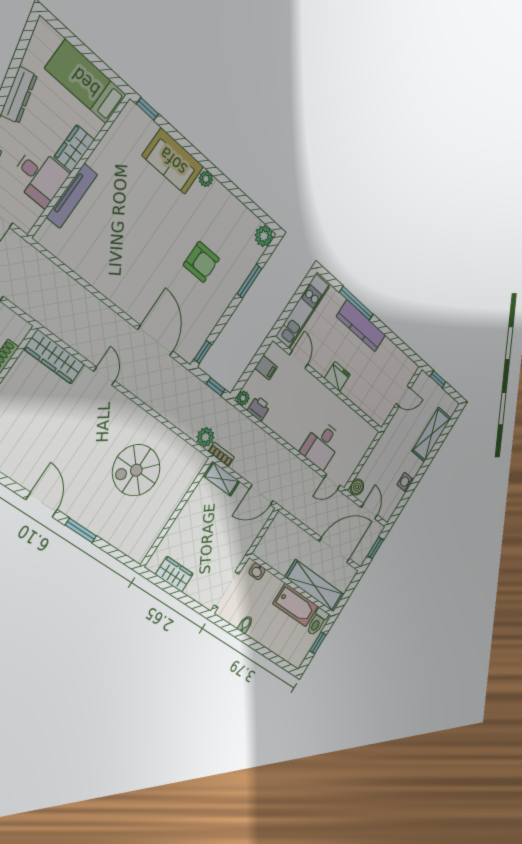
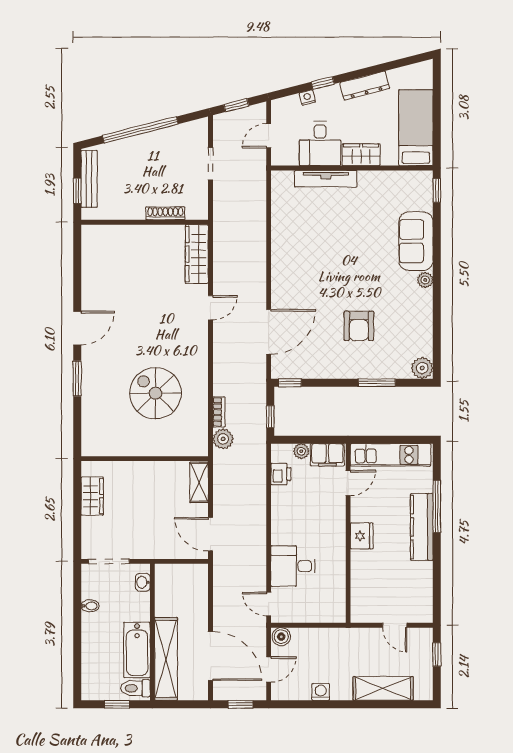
filing cabinet: (266, 368) -> (327, 455), width x2.00
plant: (243, 398) -> (301, 451), moved
bookcase: (221, 454) -> (219, 412), moved

